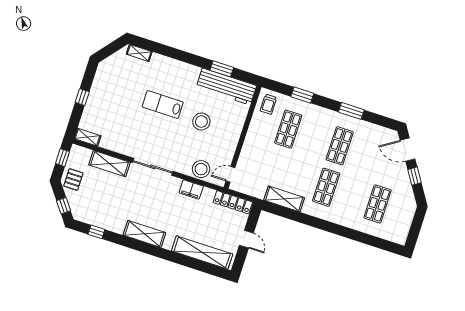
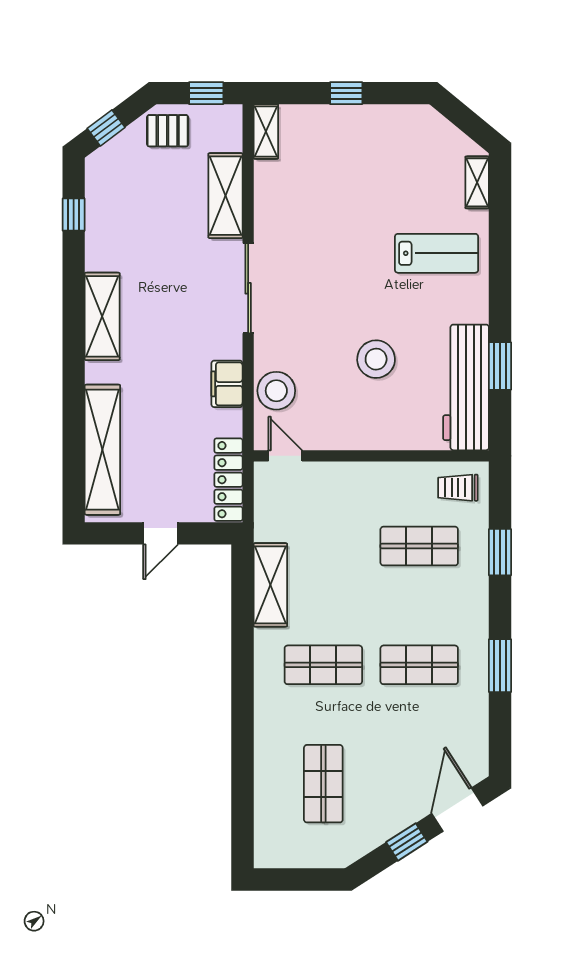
lab bench: (163, 104) -> (437, 253), moved, turned 90
shop shelf: (378, 204) -> (323, 784), turned 90

